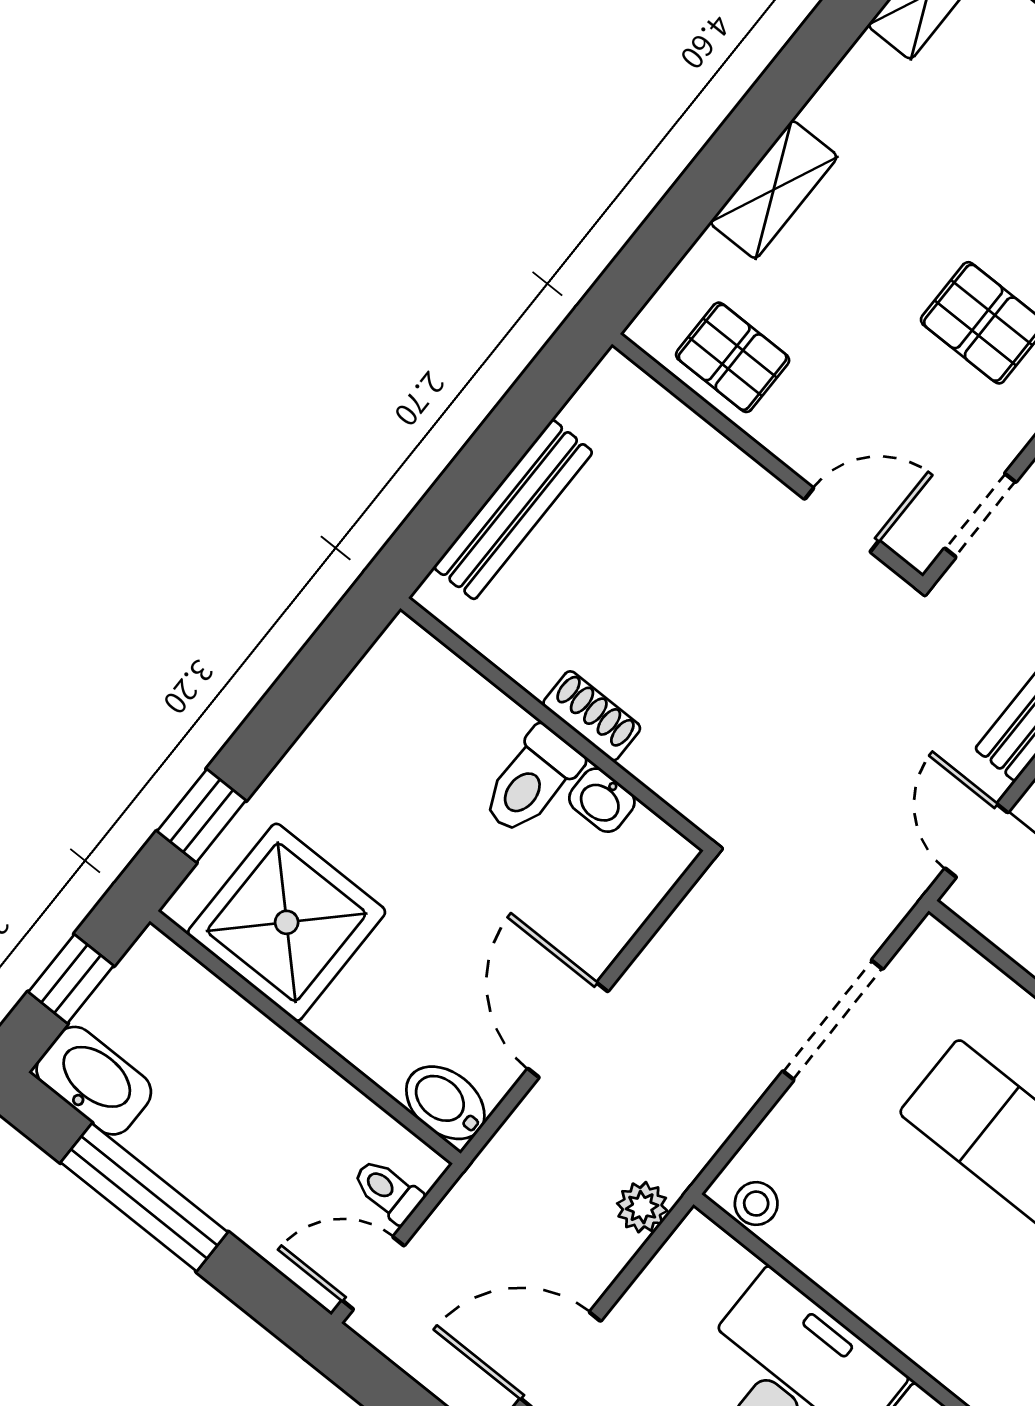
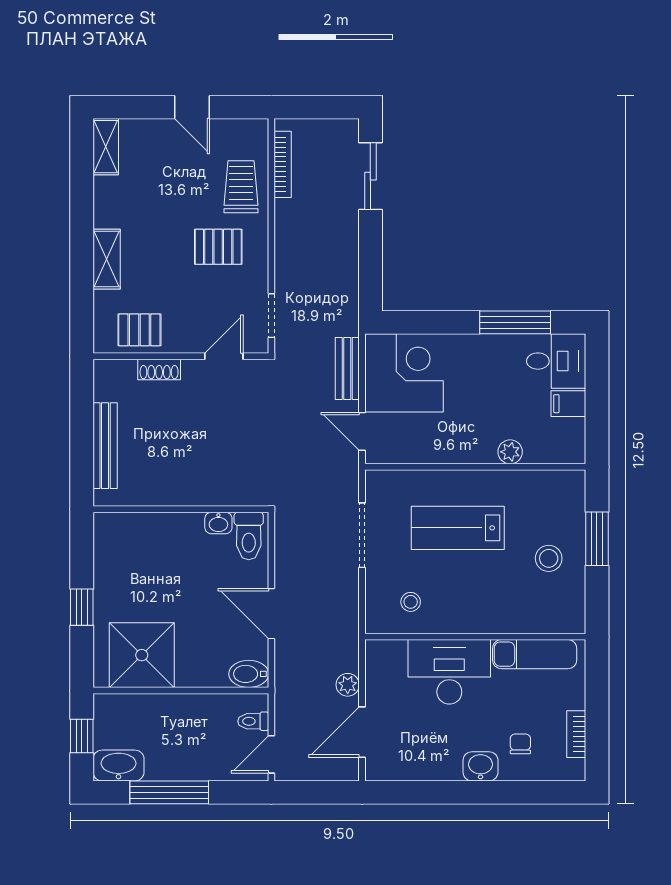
shoe rack: (592, 716) -> (159, 369), moved, turned 180
toilet: (532, 781) -> (249, 536), moved
window: (202, 816) -> (82, 607), moved
stool: (756, 1204) -> (411, 602), moved
plant: (642, 1207) -> (348, 685), moved

